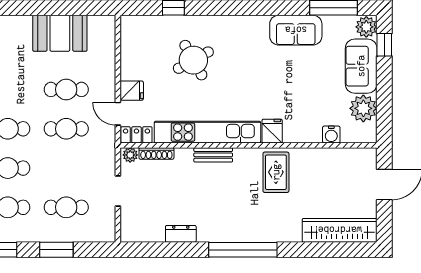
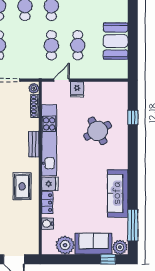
sofa: (296, 30) -> (118, 193), width x1.36
locker: (136, 135) -> (47, 203), moved
rug: (276, 172) -> (22, 186), turned 90

